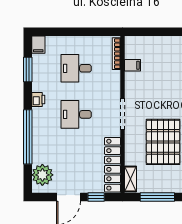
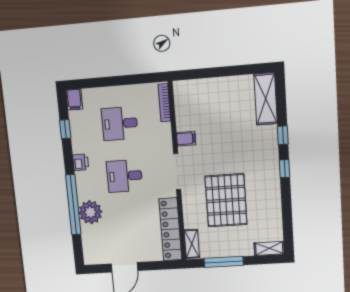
filing cabinet: (132, 65) -> (186, 139), moved
window: (28, 69) -> (65, 129), width x0.67
plant: (42, 175) -> (90, 212), moved
window: (96, 197) -> (155, 266), removed

